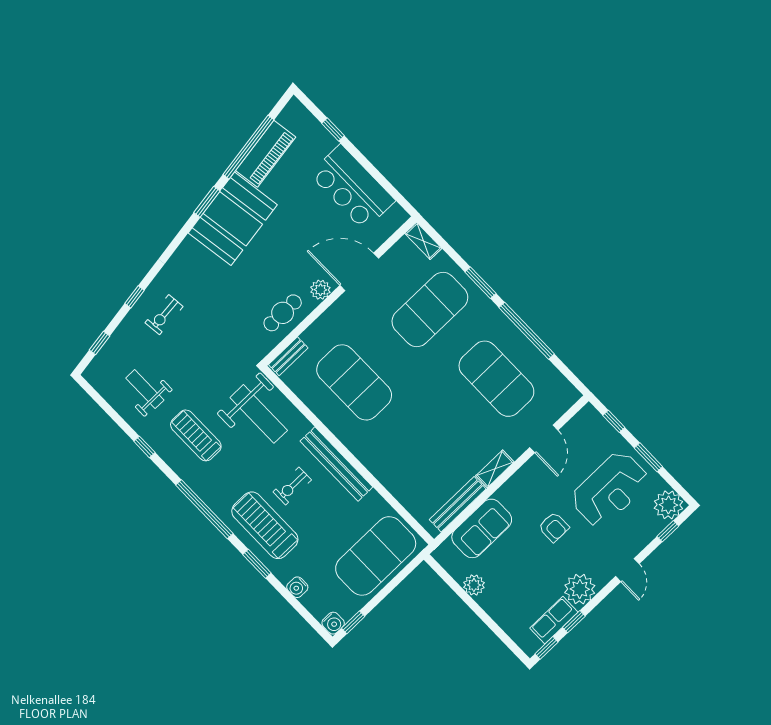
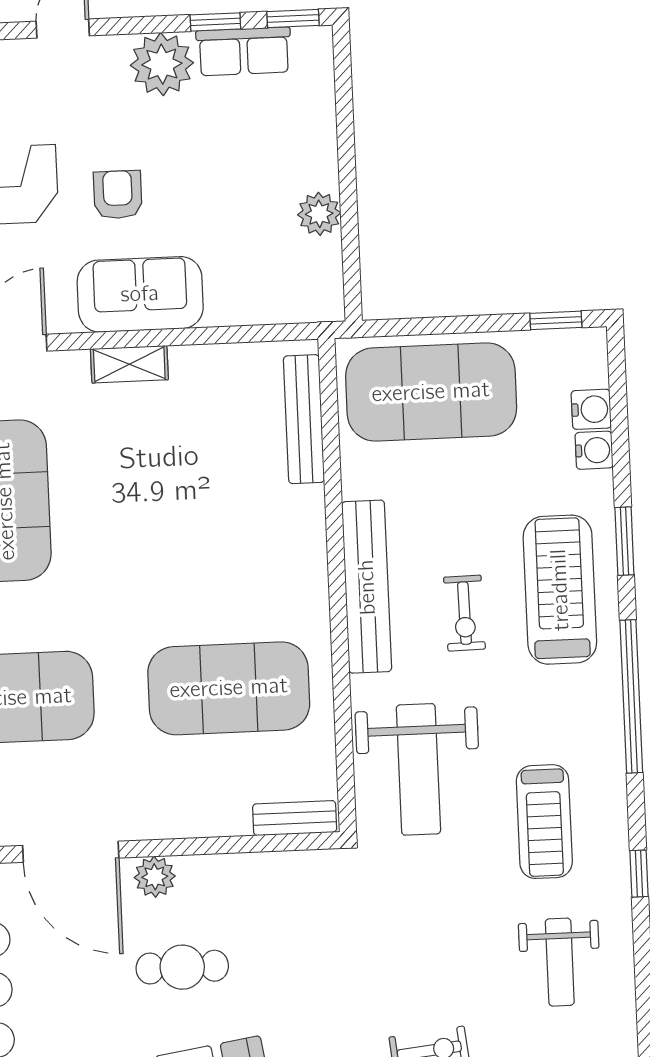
cafe table: (283, 313) -> (182, 967), moved
exercise mat: (354, 382) -> (229, 688), turned 90
weight bench: (259, 414) -> (418, 769), turned 180
exercise bike: (292, 486) -> (464, 613), turned 89
bench: (458, 504) -> (304, 419), moved, turned 90
treadmill: (265, 525) -> (560, 590), turned 180
sofa: (482, 528) -> (140, 294), moved
water cooler: (333, 623) -> (591, 409), moved, turned 90

